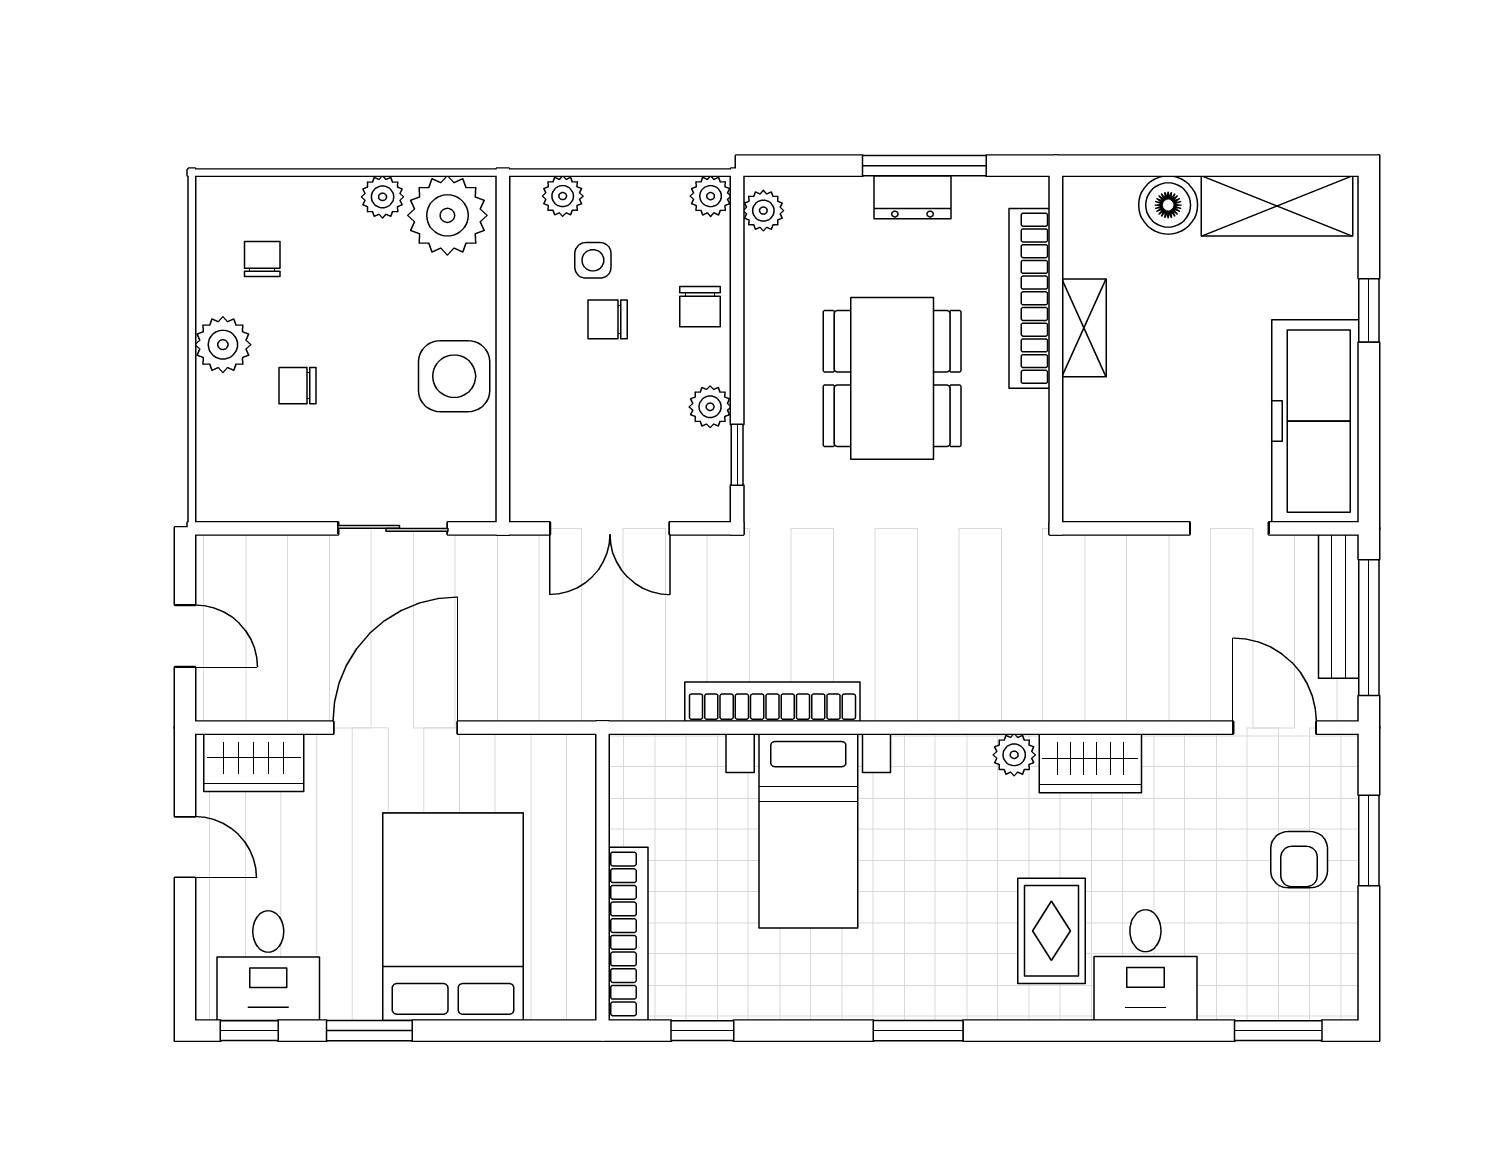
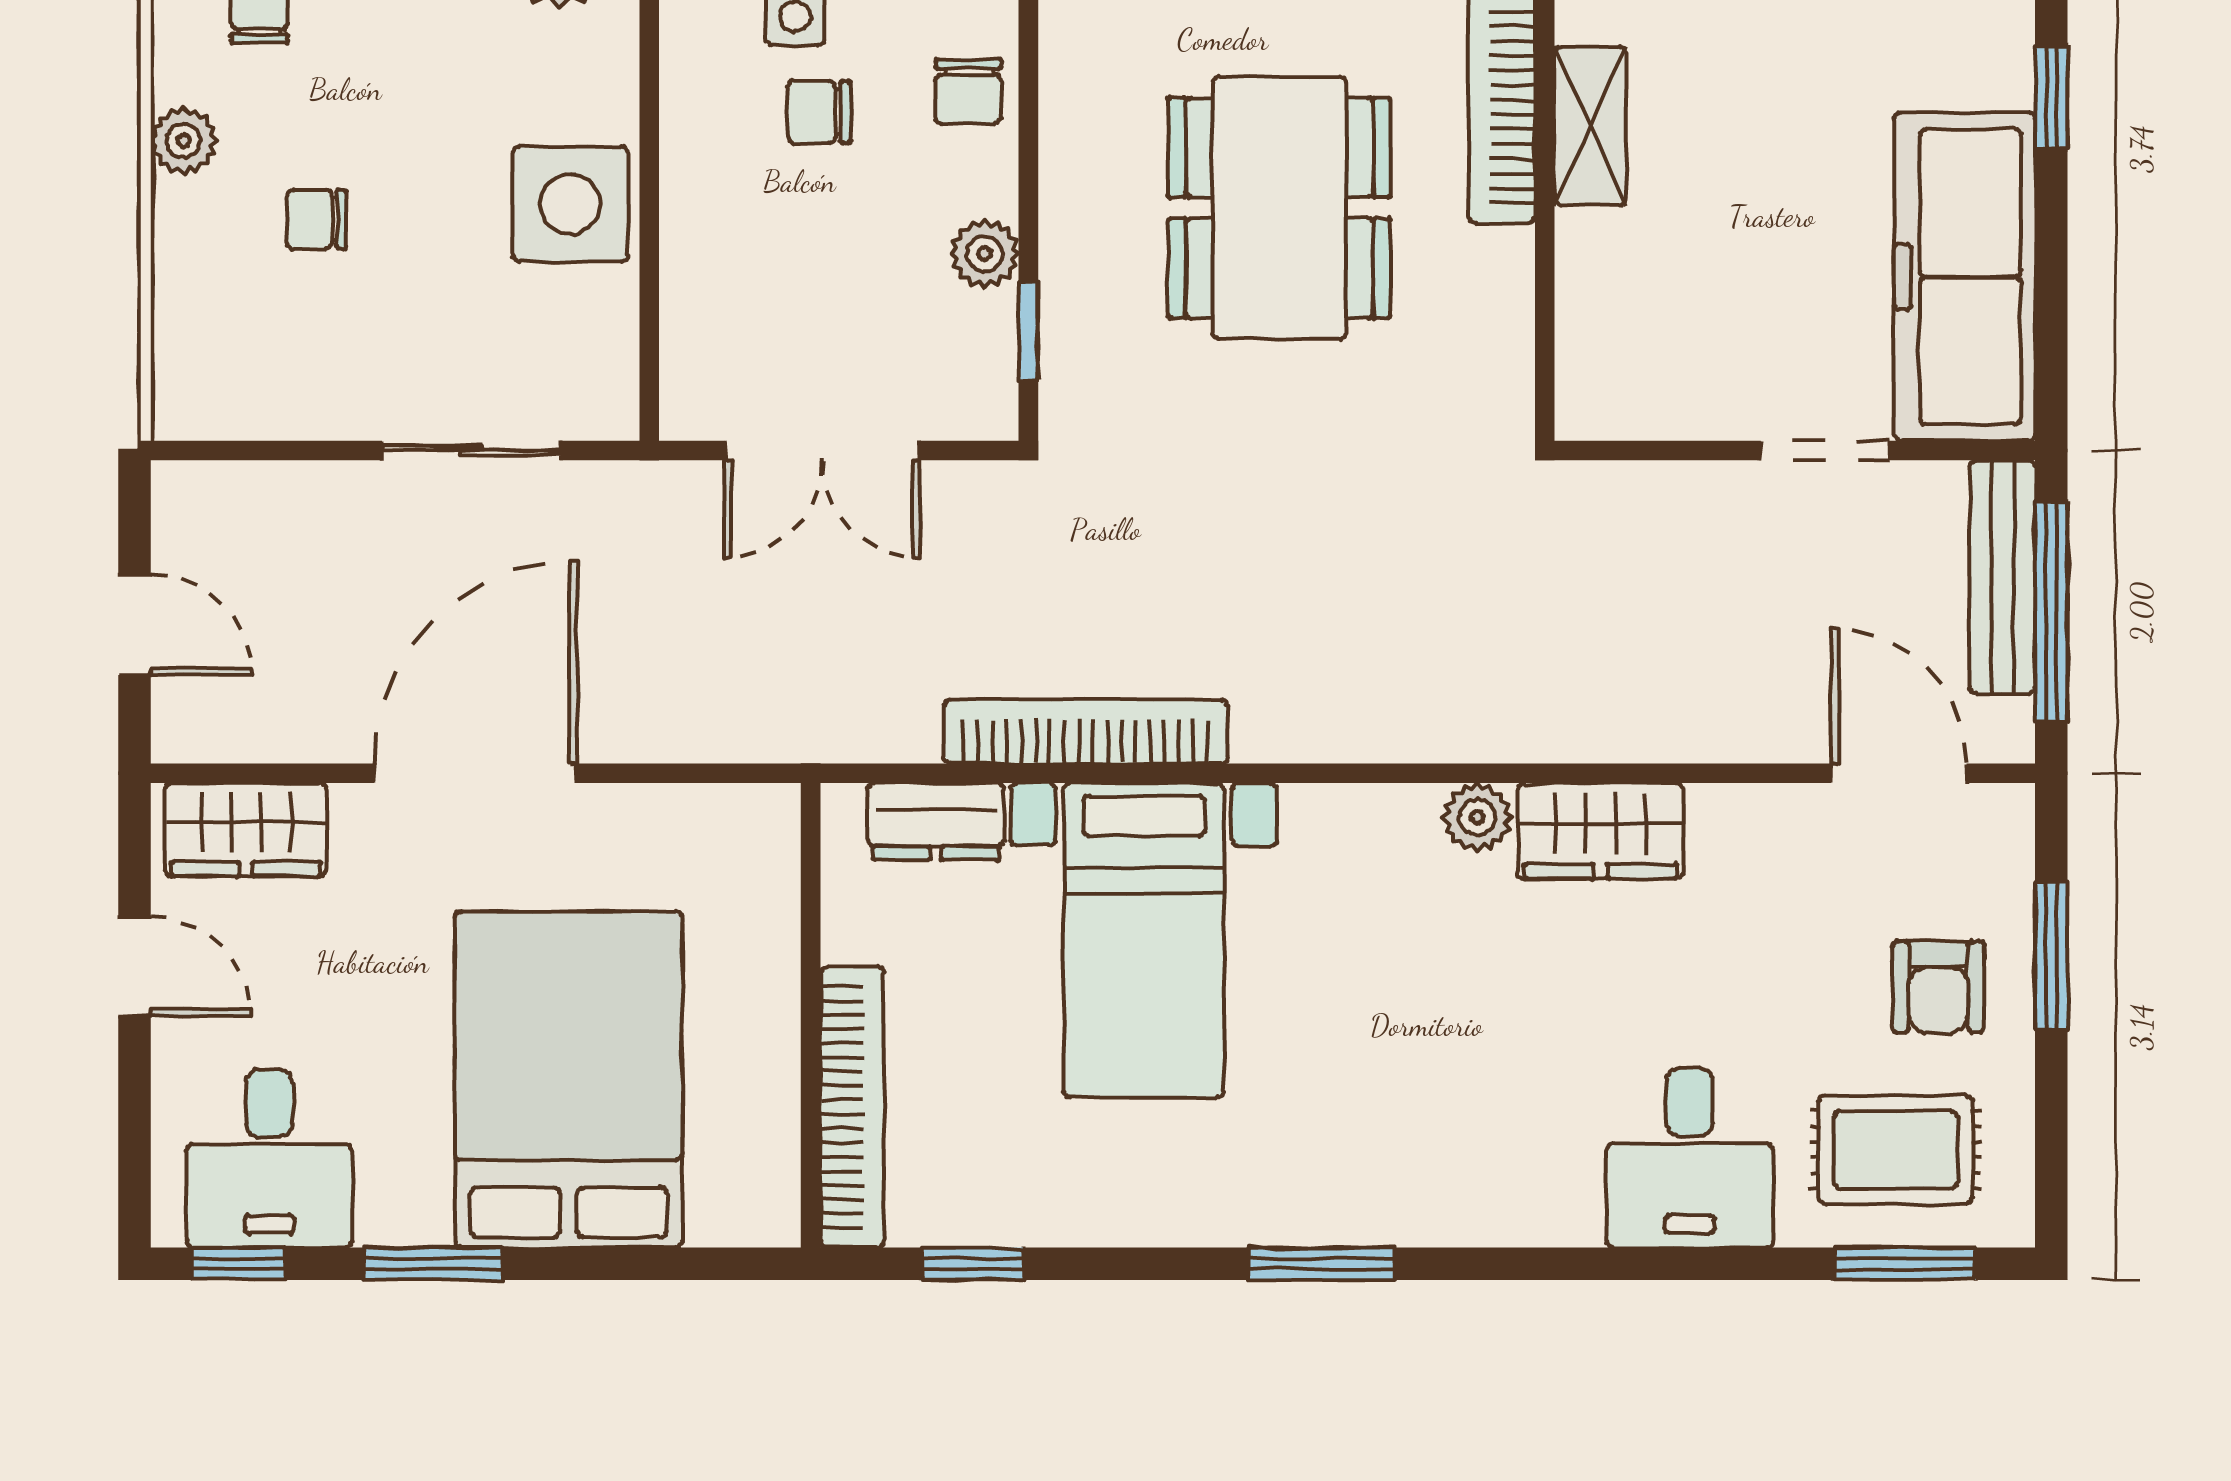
plant: (223, 345) -> (184, 141), width x0.73, depth x0.73
dresser: (680, 758) -> (936, 821), added
rug: (1051, 931) -> (1896, 1150), moved, turned 90

